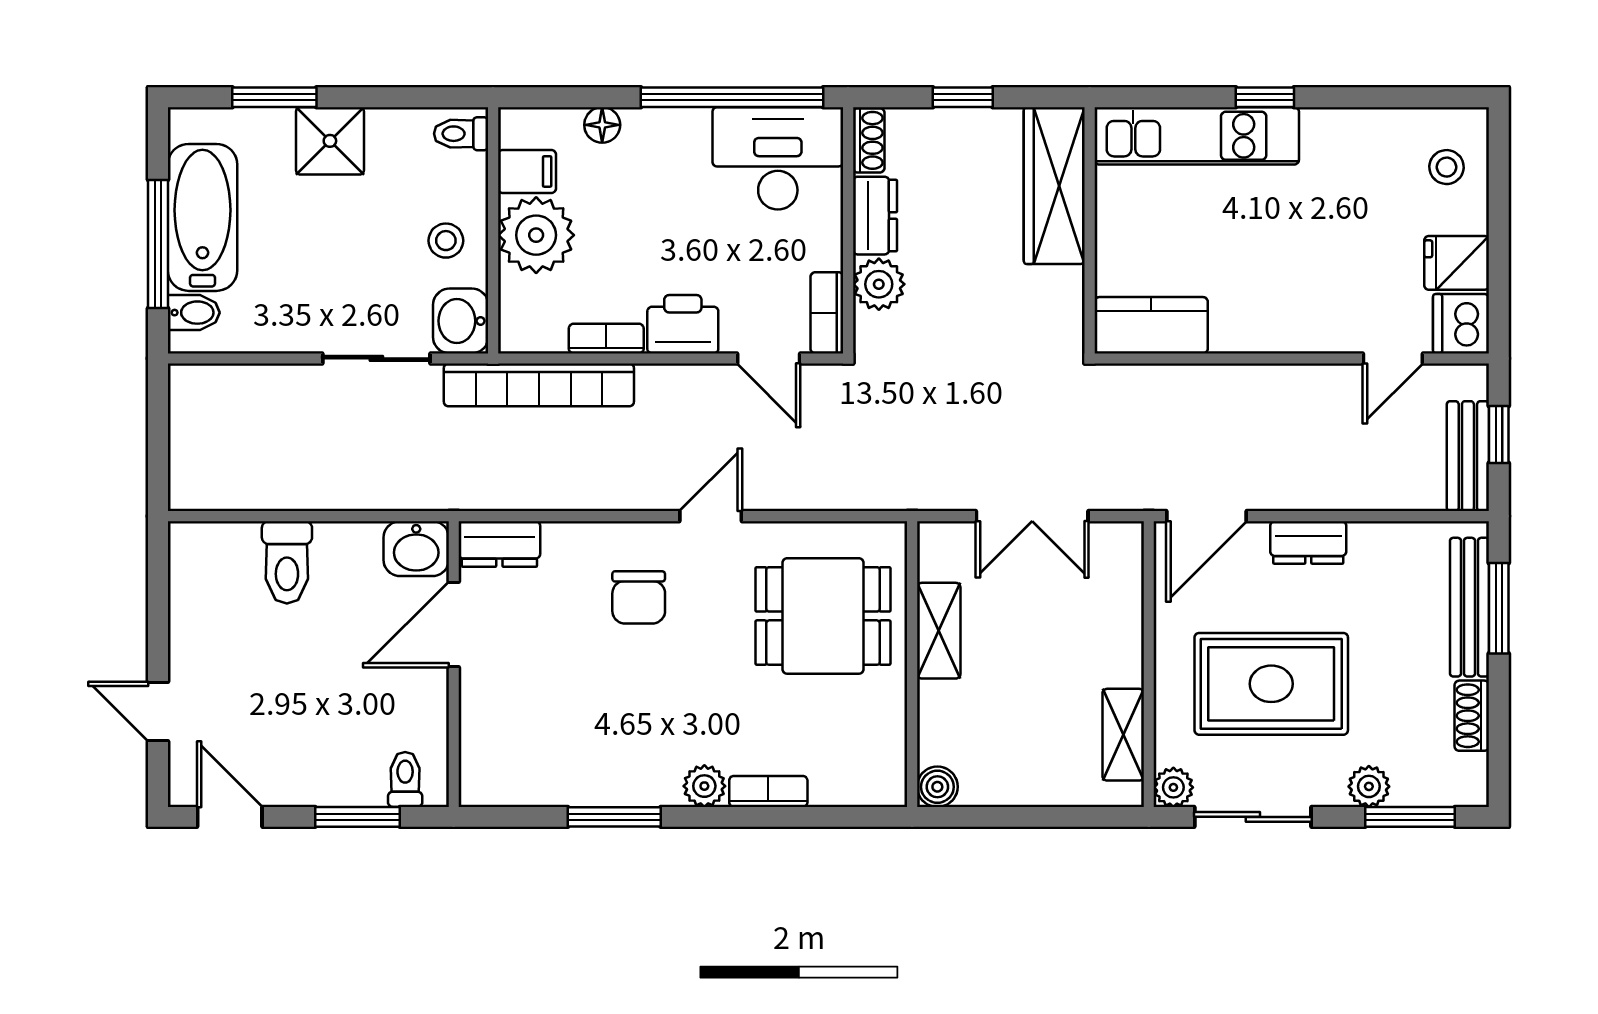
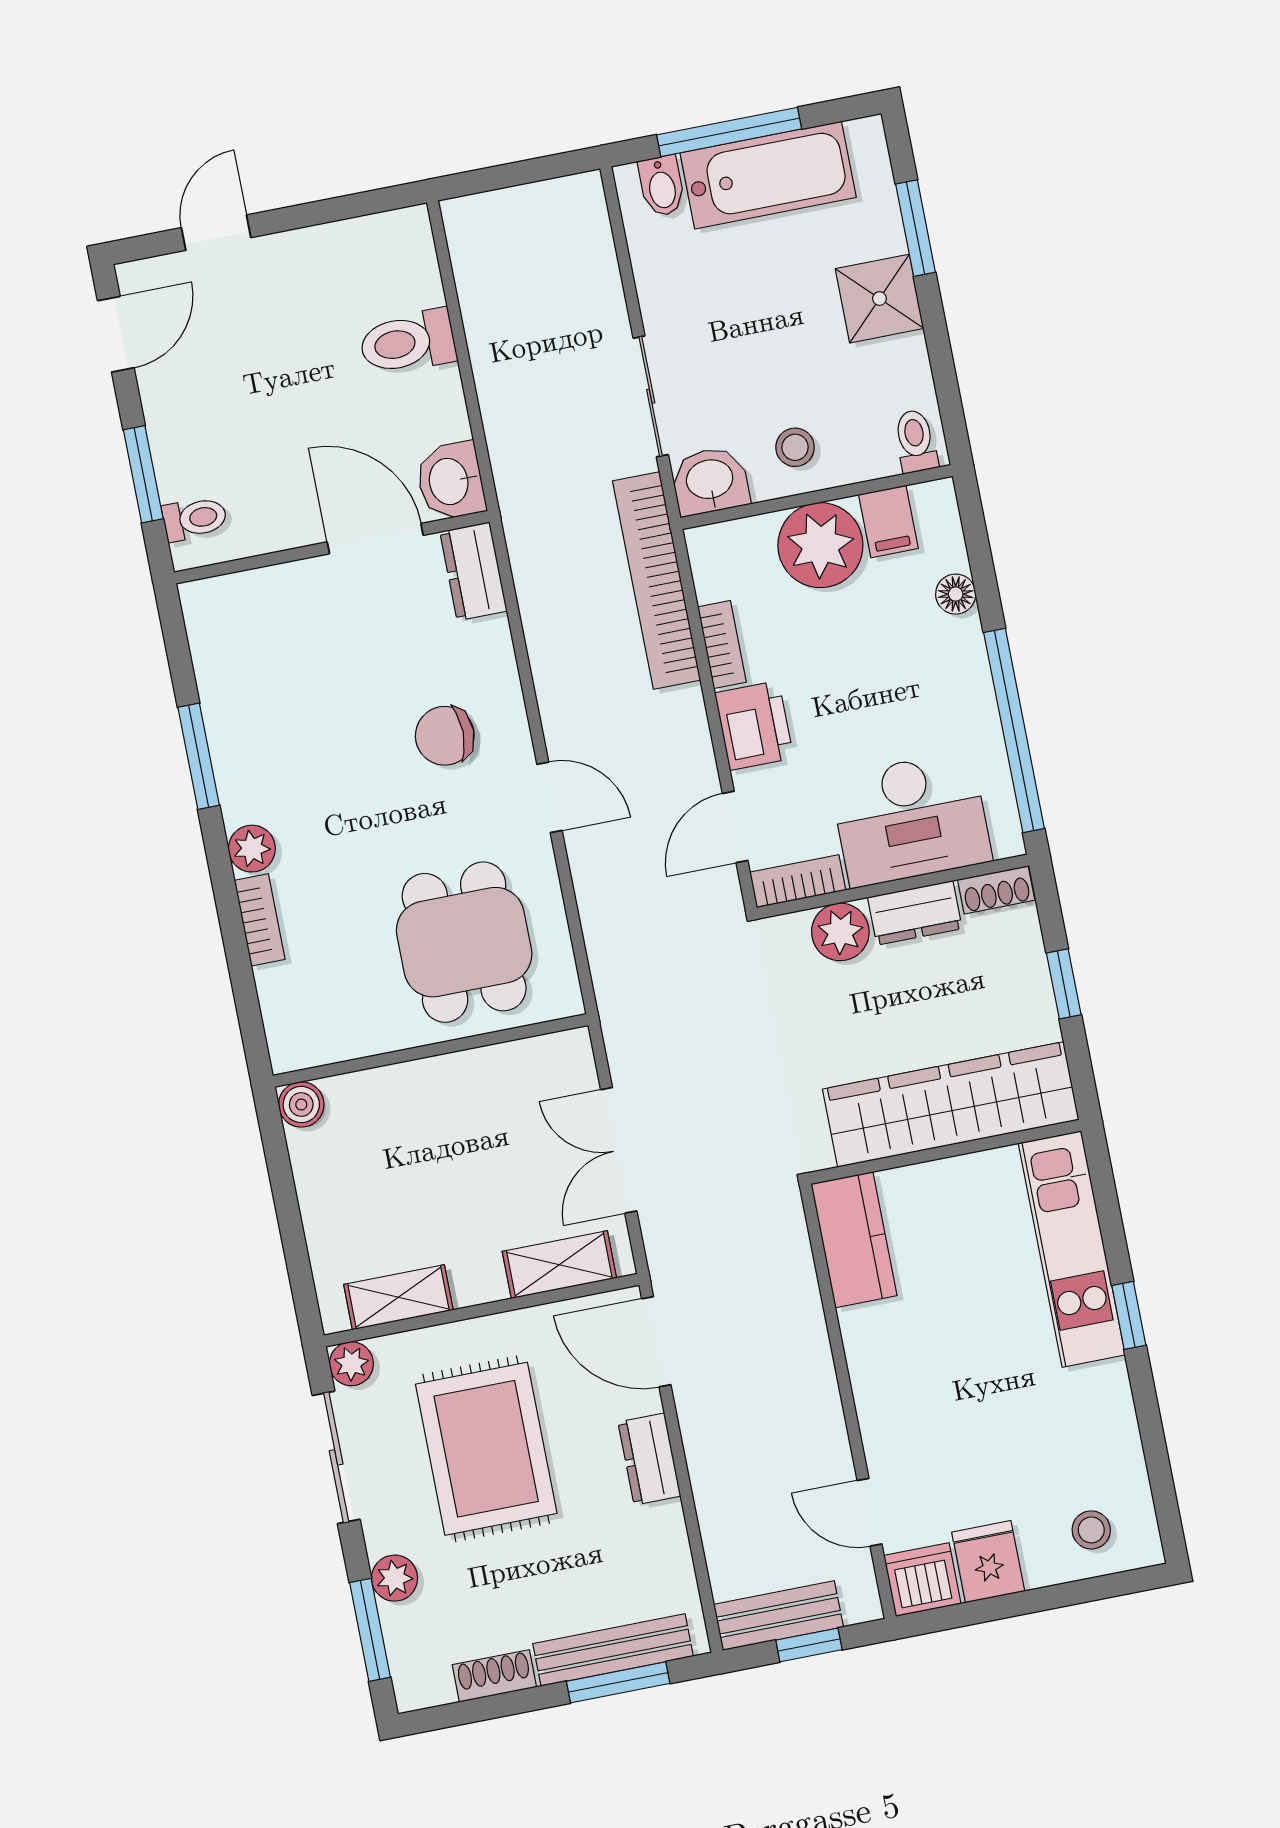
desk: (778, 158) -> (911, 819), moved, turned 90
wardrobe: (1054, 186) -> (951, 1104), width x1.40, depth x1.17
shelving: (939, 631) -> (559, 1265), moved

